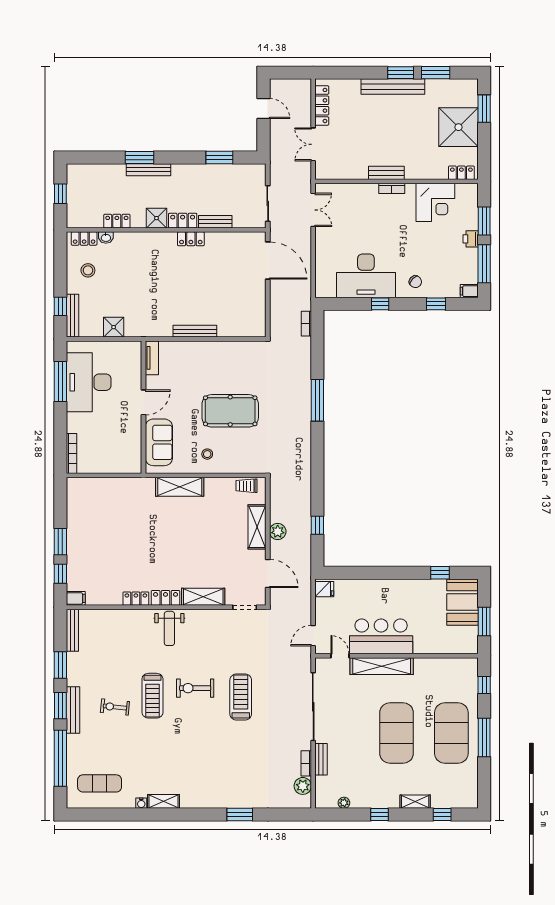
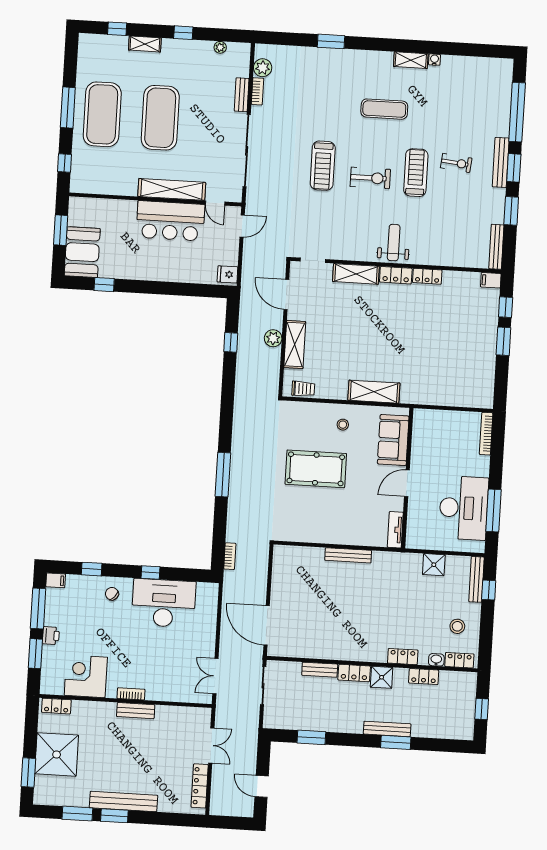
locker: (191, 239) -> (403, 657), moved
exercise mat: (100, 783) -> (384, 109), moved

